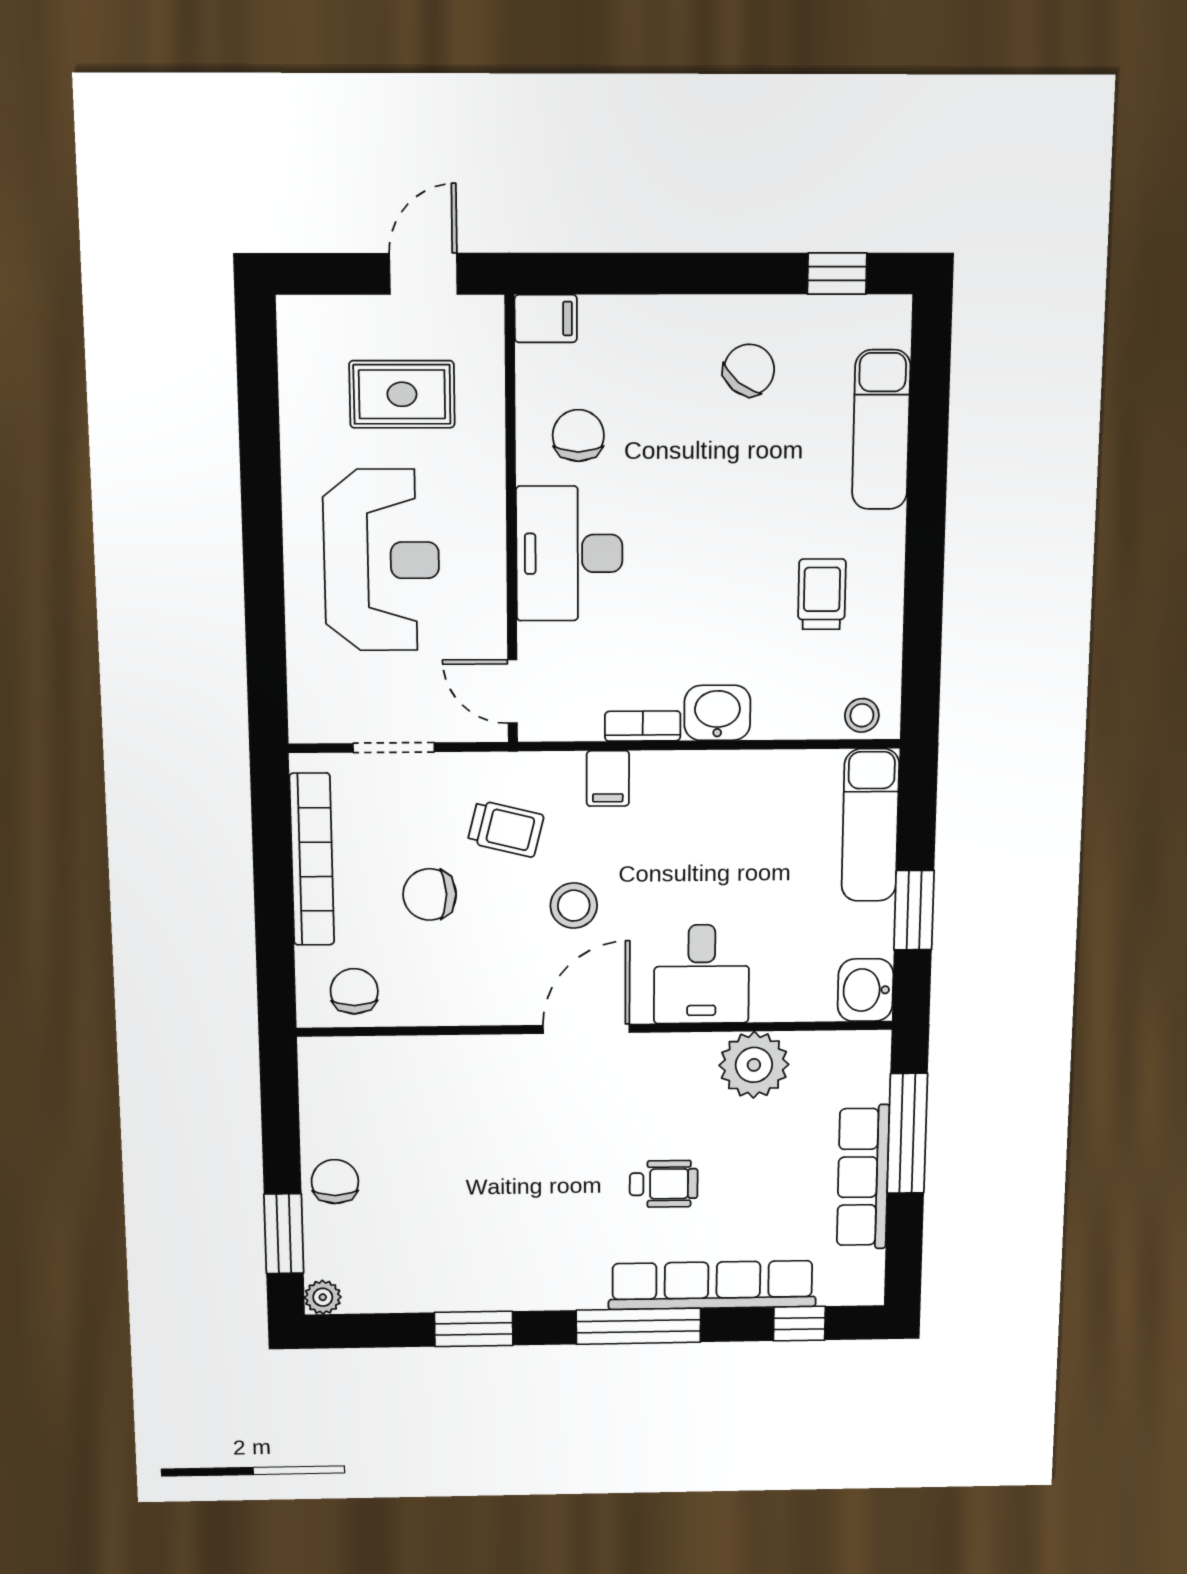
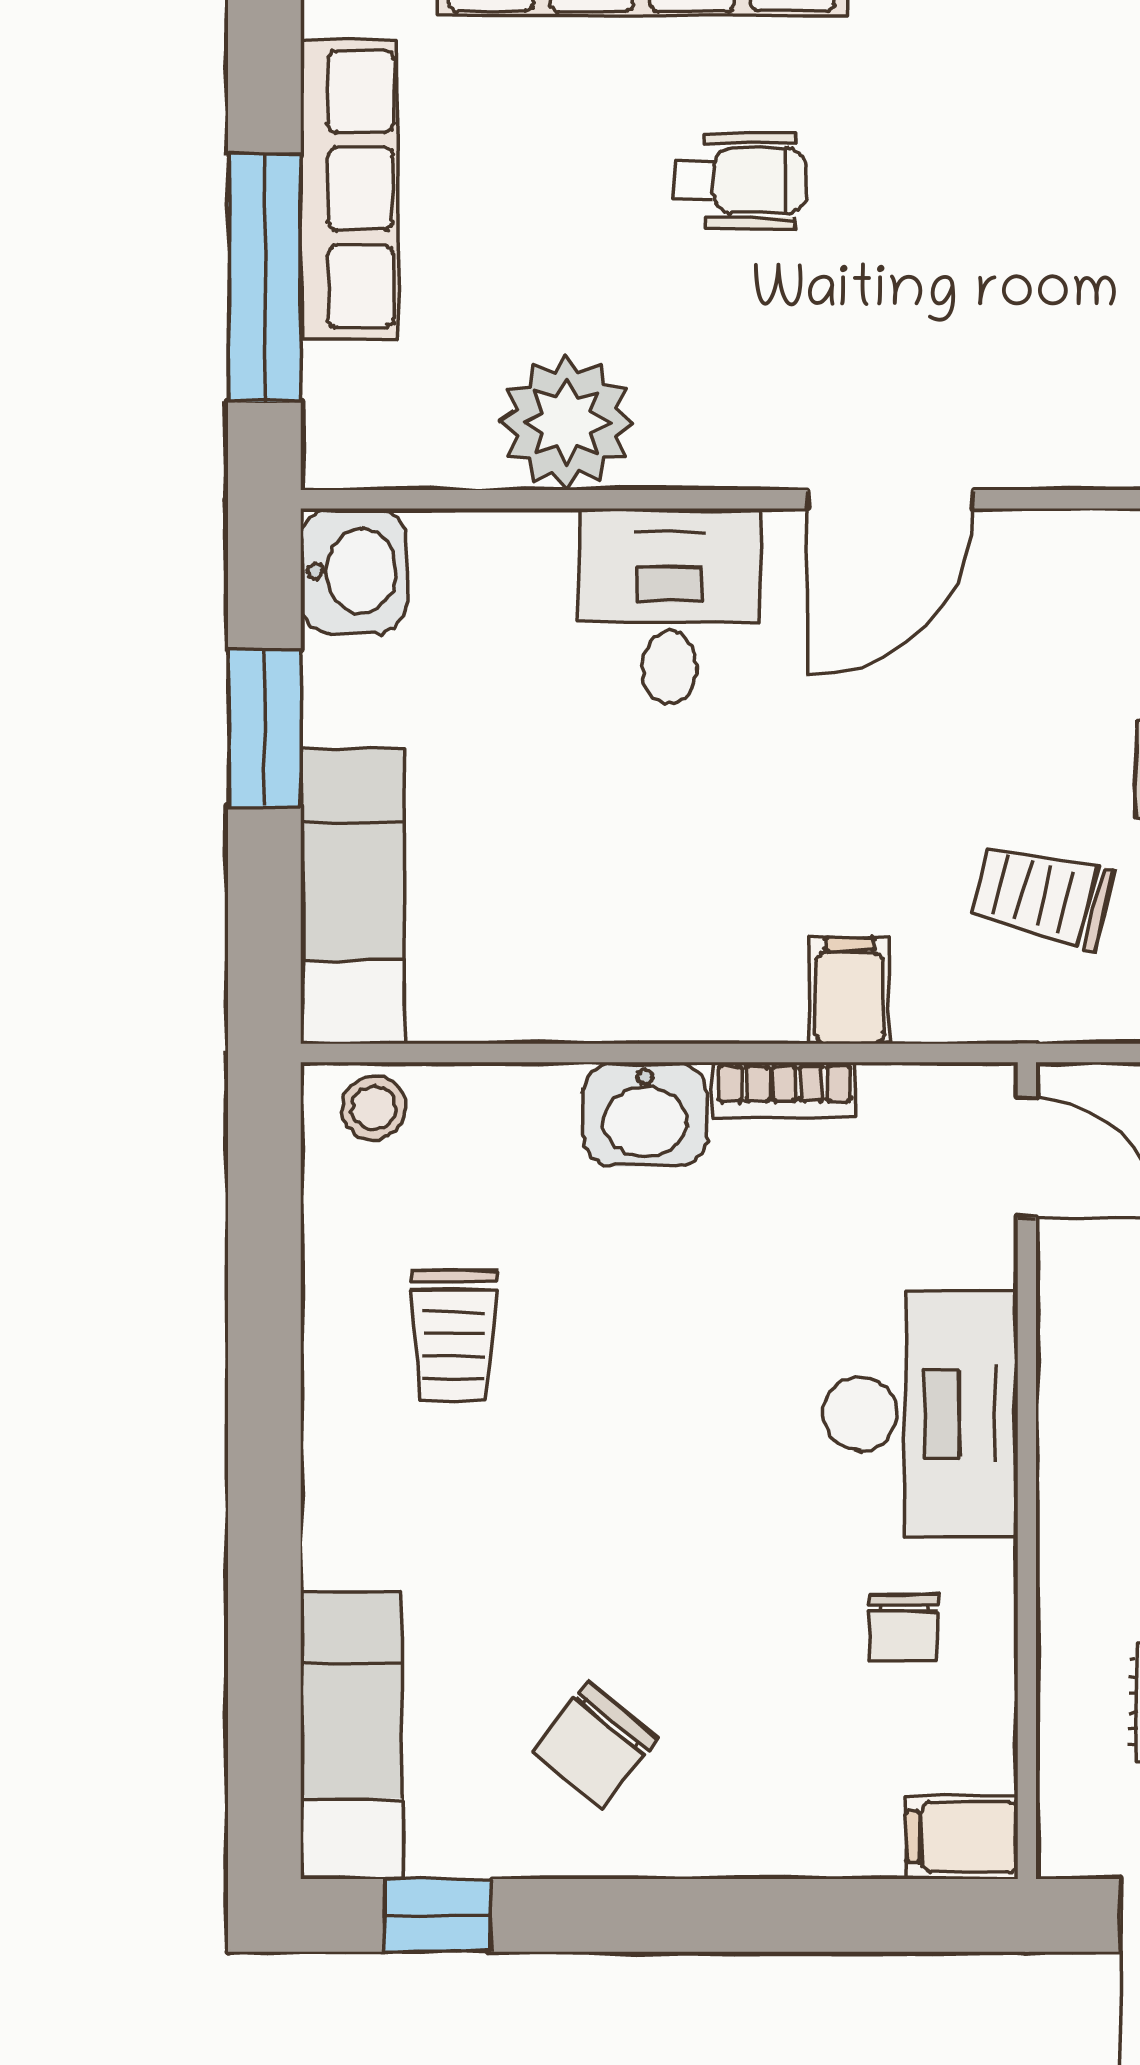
exam couch: (881, 430) -> (351, 1735), moved
chair: (578, 436) -> (904, 1628), width x0.73, depth x0.73
stool: (574, 906) -> (914, 745), removed
wheelchair: (664, 1184) -> (740, 181), turned 180

